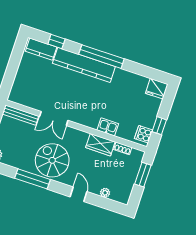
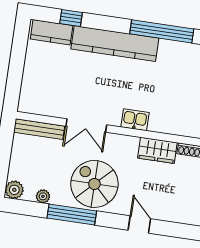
window: (101, 57) -> (162, 31), moved
kitchen sink: (108, 127) -> (135, 120), moved
plant: (105, 193) -> (43, 196), moved

